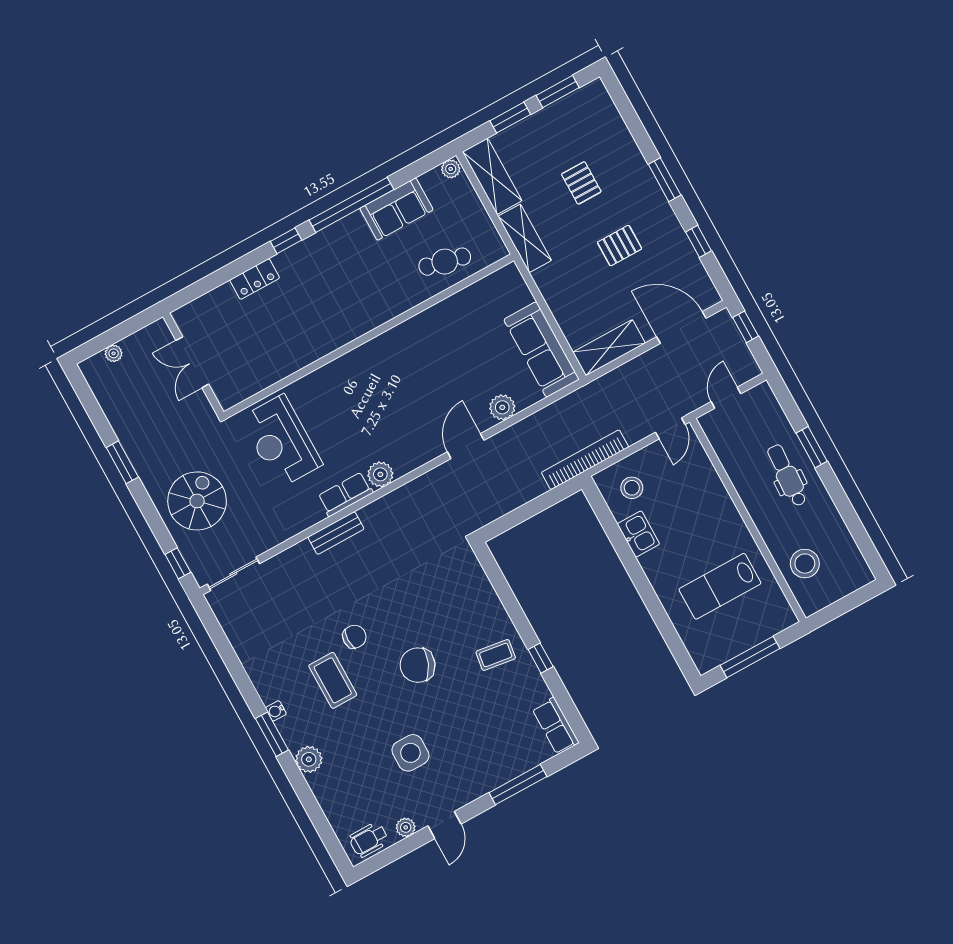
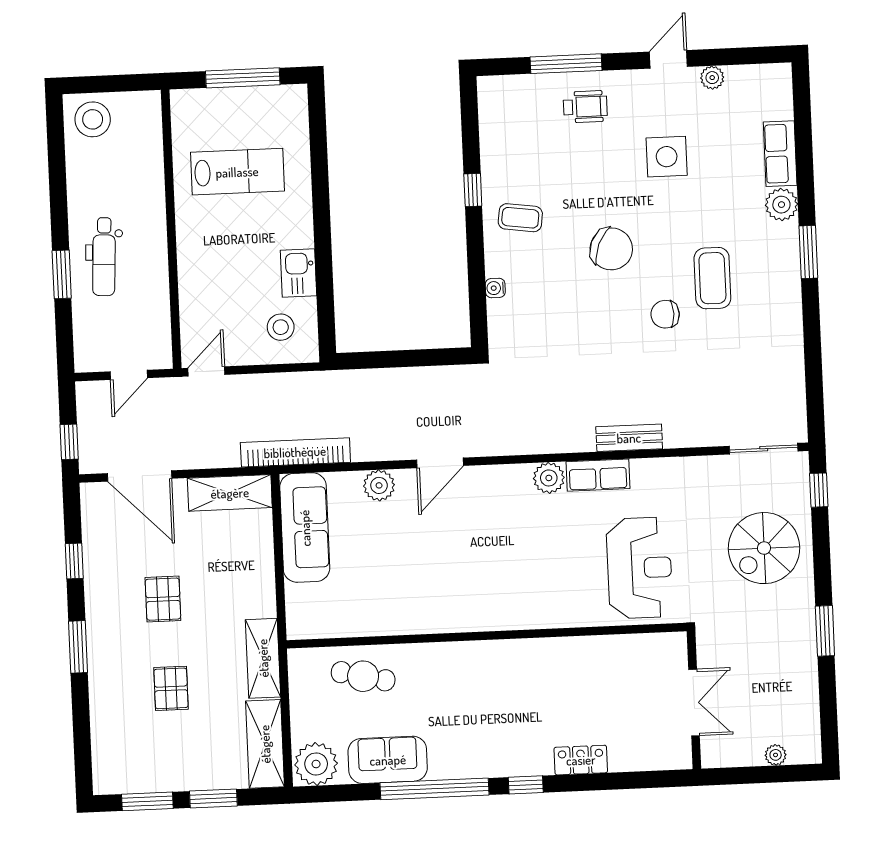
plant: (451, 169) -> (316, 764), width x1.87, depth x1.87
pallet: (620, 246) -> (163, 599), turned 90
bookcase: (585, 460) -> (295, 452), moved, turned 180
stool: (805, 564) -> (93, 119), moved
water cooler: (276, 711) -> (495, 288), moved, turned 180
row of seats: (555, 726) -> (780, 154), moved, turned 180
wheelchair: (369, 840) -> (585, 107), moved

